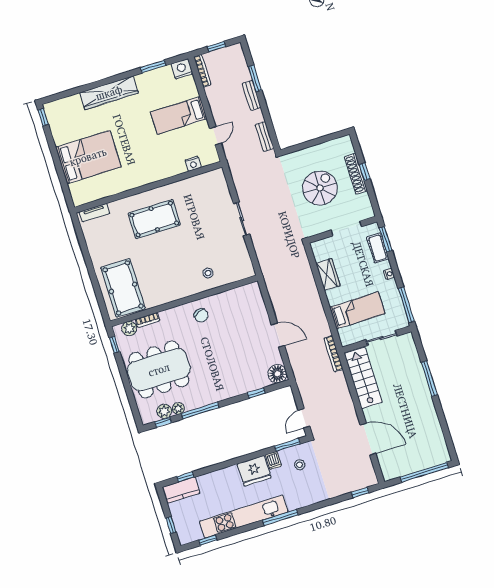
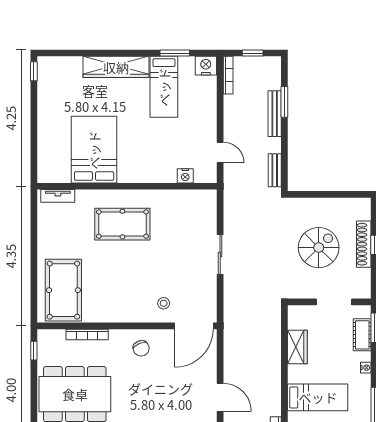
bench: (252, 95) -> (275, 114), width x1.36
bed: (179, 115) -> (164, 87), moved, turned -90
door: (215, 136) -> (220, 152), hinge flipped
bed: (88, 157) -> (94, 150), moved, turned -90
door: (238, 284) -> (194, 326), added
bookcase: (148, 320) -> (87, 335), width x1.56
plant: (129, 328) -> (56, 338), removed

